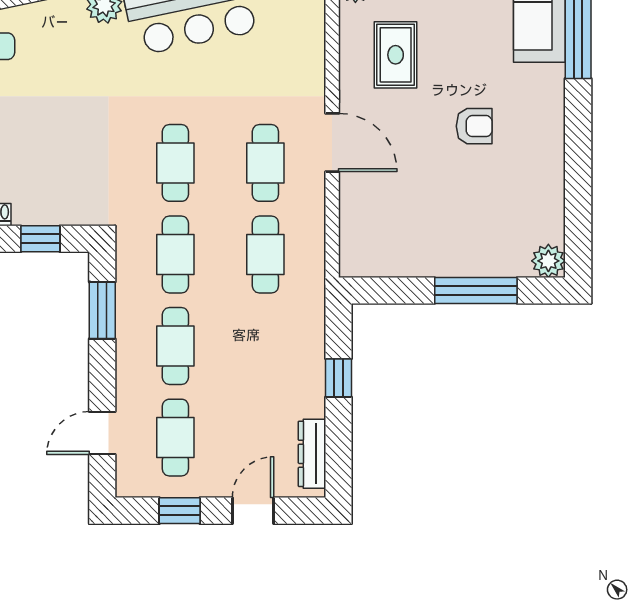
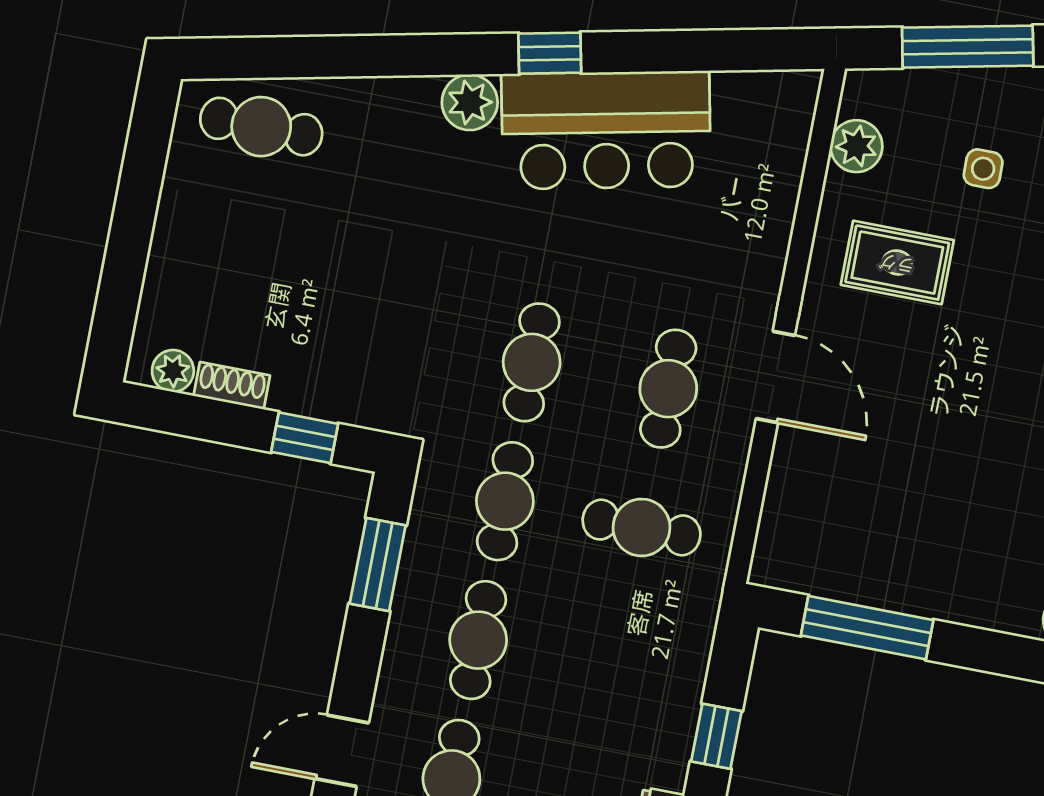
rug: (396, 55) -> (897, 263), turned 90
armchair: (474, 126) -> (996, 394), removed
cafe table: (265, 254) -> (642, 527), turned 90
window: (476, 291) -> (867, 628), moved

